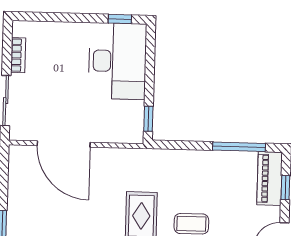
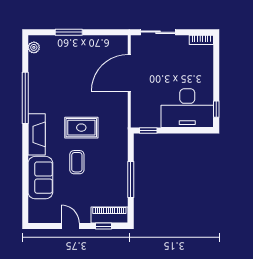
bookcase: (18, 55) -> (201, 40), moved
window: (239, 147) -> (131, 179), moved

